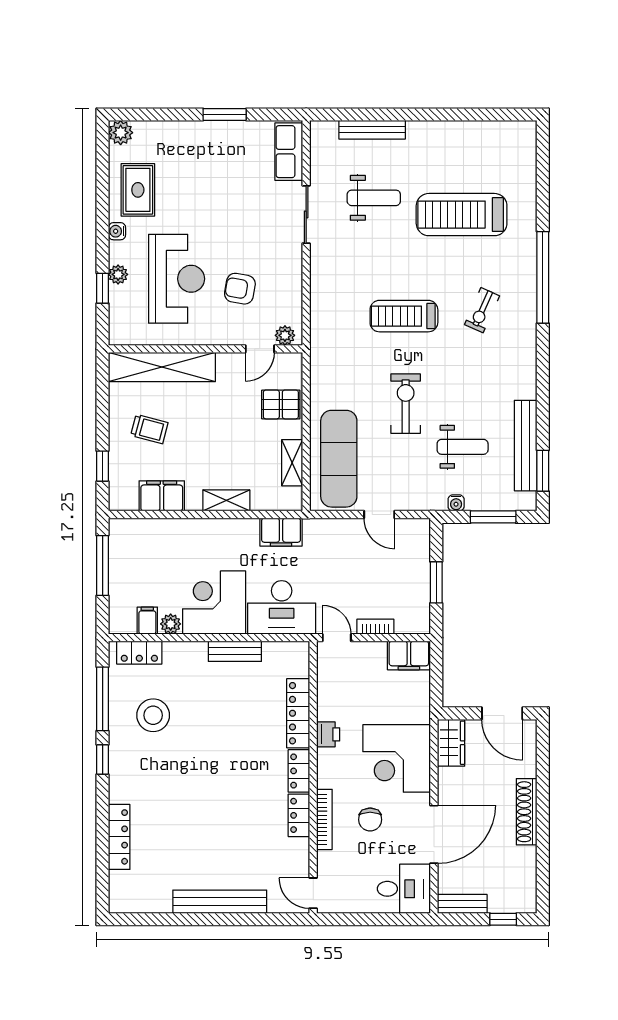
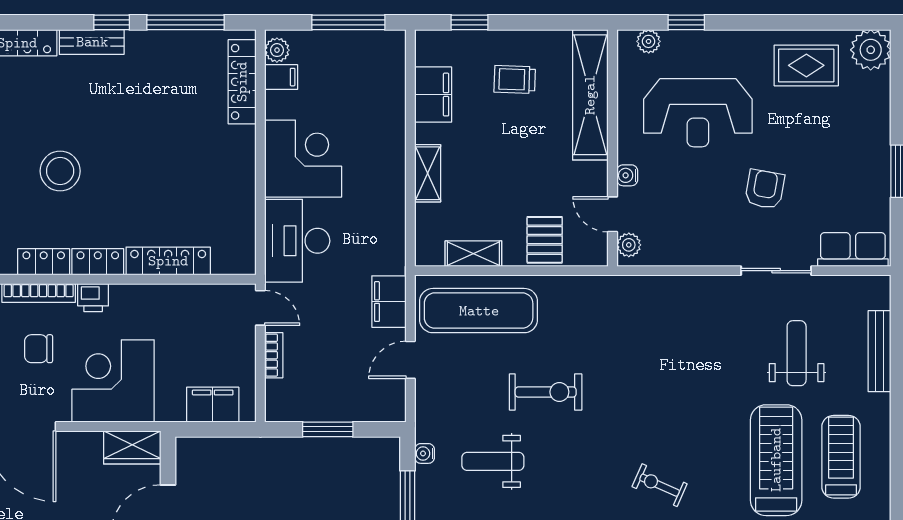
plant: (121, 133) -> (871, 50), width x1.36, depth x1.36
weight bench: (374, 198) -> (797, 353), turned 180
water cooler: (117, 231) -> (627, 175), moved, turned -90
plant: (118, 274) -> (649, 41), moved
armchair: (240, 289) -> (765, 189), moved
treadmill: (404, 316) -> (841, 457), moved
trolley: (149, 429) -> (515, 79), turned 77
weight bench: (463, 447) -> (493, 461), turned 90
filing cabinet: (281, 532) -> (389, 302), moved
plant: (171, 624) -> (277, 50), moved
door: (337, 638) -> (260, 308), hinge flipped
bench: (235, 651) -> (92, 42), moved, turned 90
locker: (139, 653) -> (242, 82), width x1.53
filing cabinet: (409, 655) -> (213, 405), moved, turned 90
stool: (153, 715) -> (60, 171), moved
printer: (328, 734) -> (93, 298), moved

